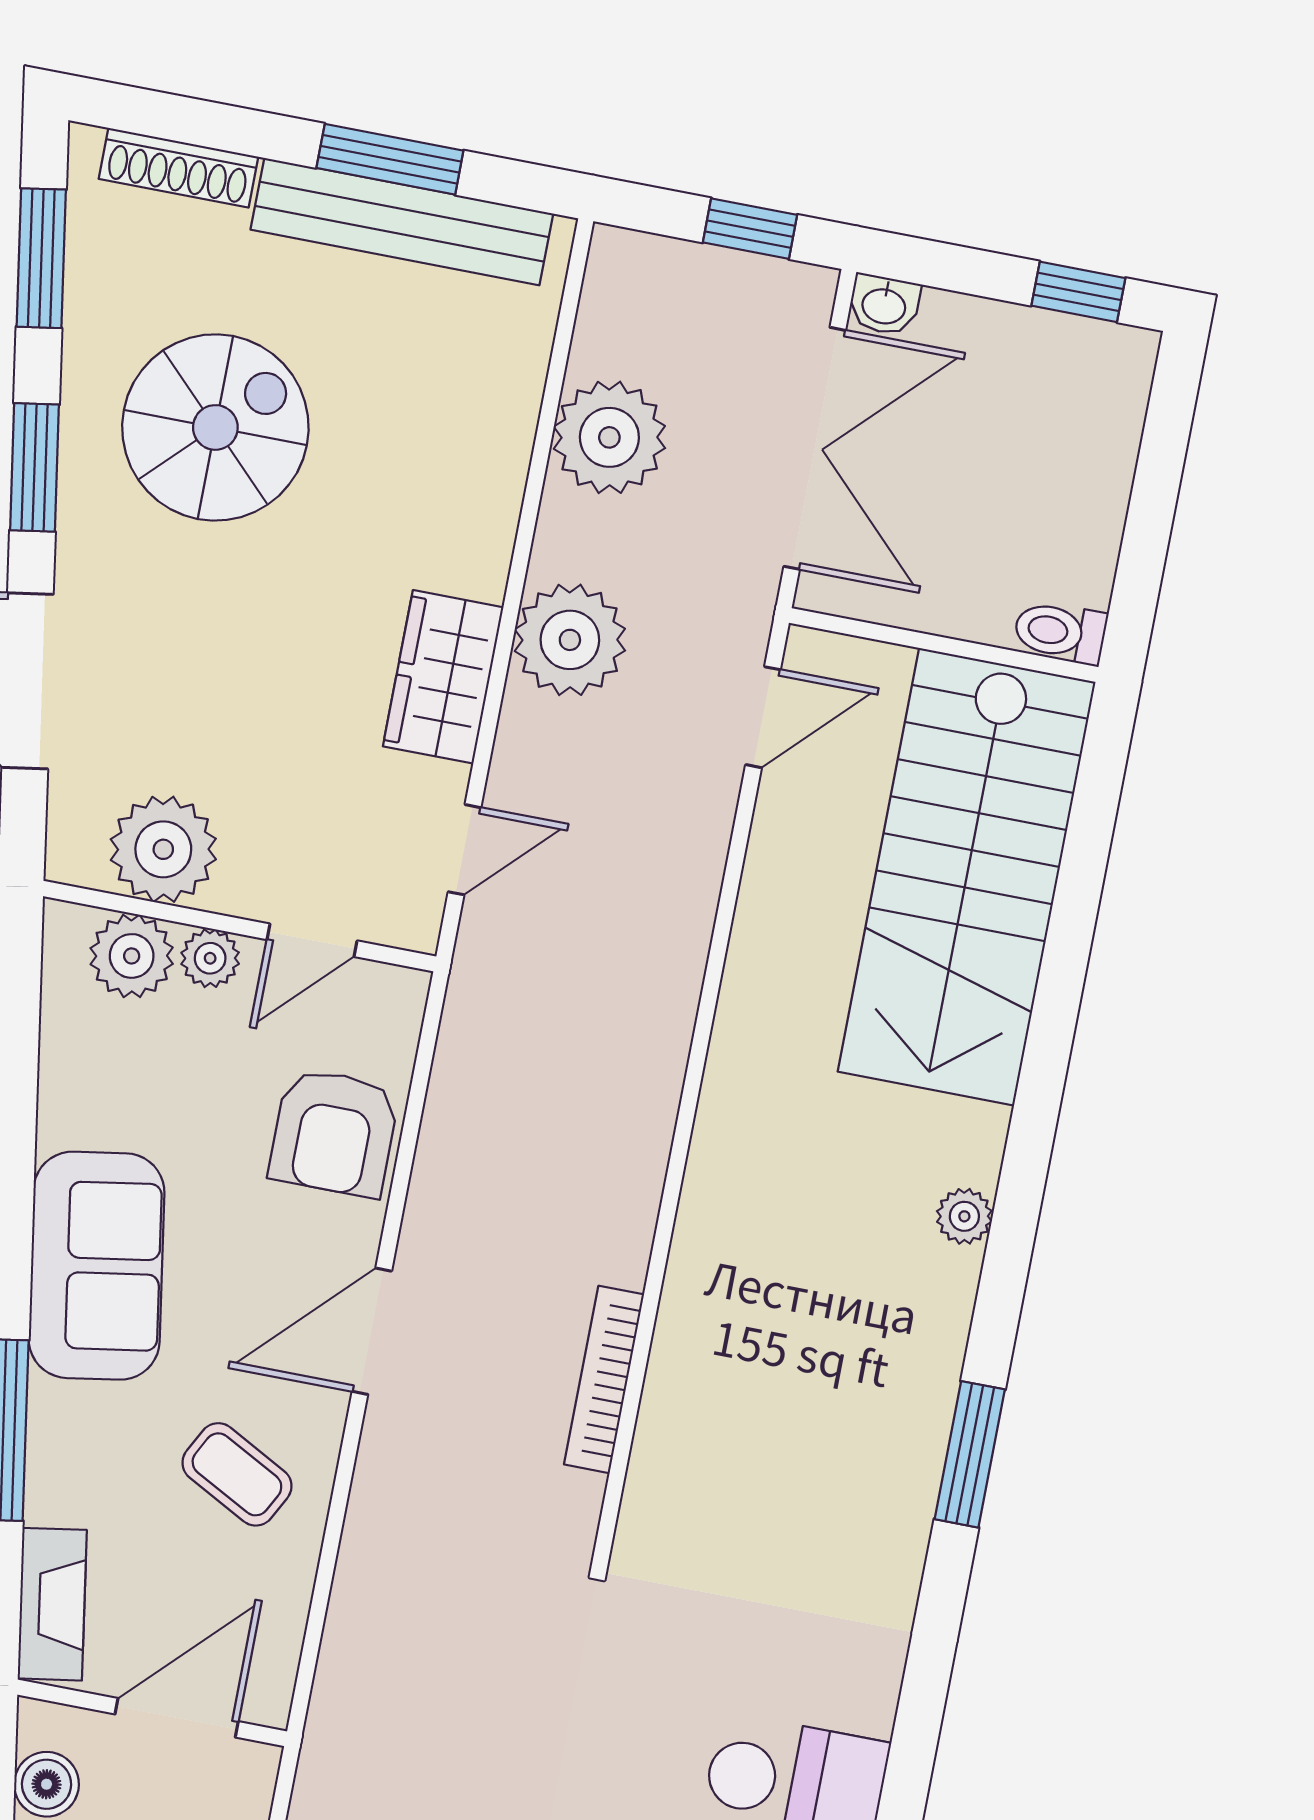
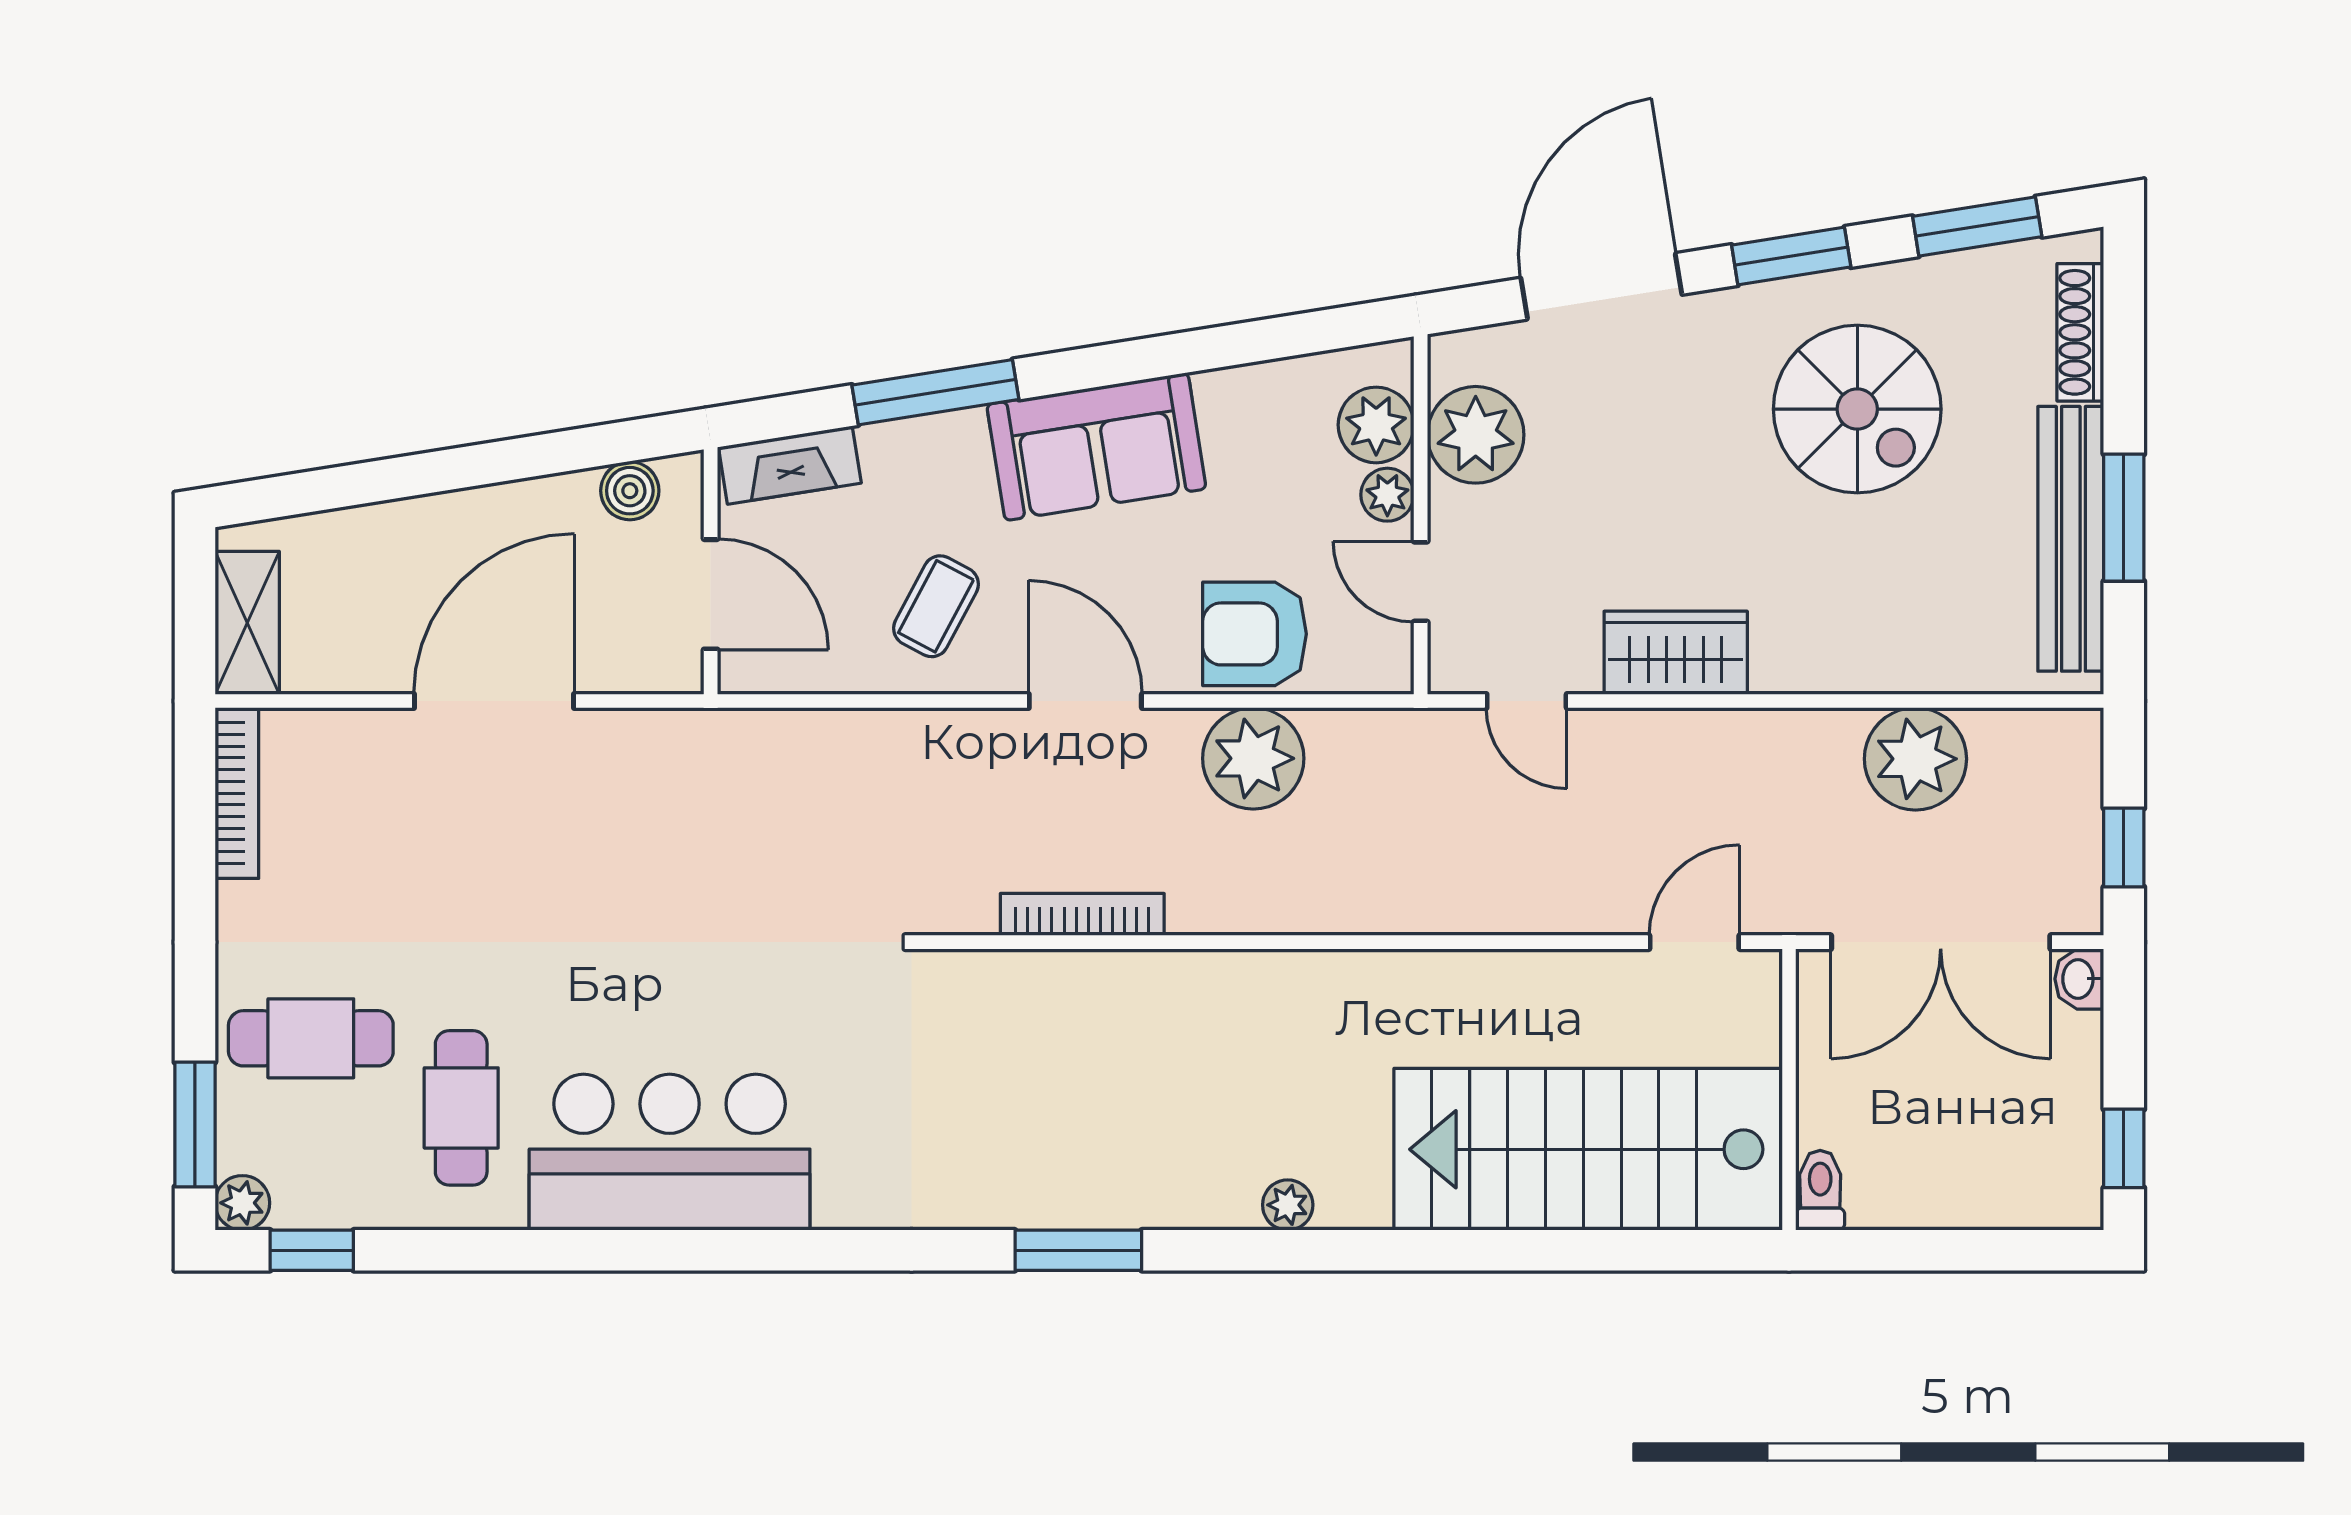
plant: (570, 640) -> (1253, 758), moved
door: (763, 717) -> (1694, 942), swing flipped

